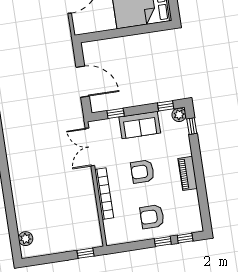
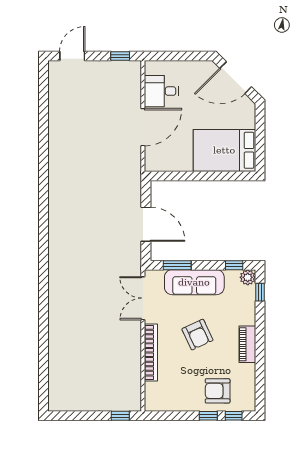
window: (116, 113) -> (177, 265), width x1.50
sofa: (140, 125) -> (194, 282), width x1.36
armchair: (143, 172) -> (197, 335), turned -115
armchair: (152, 217) -> (218, 391), moved
plant: (26, 239) -> (56, 390), removed

